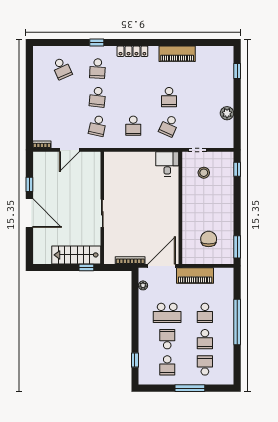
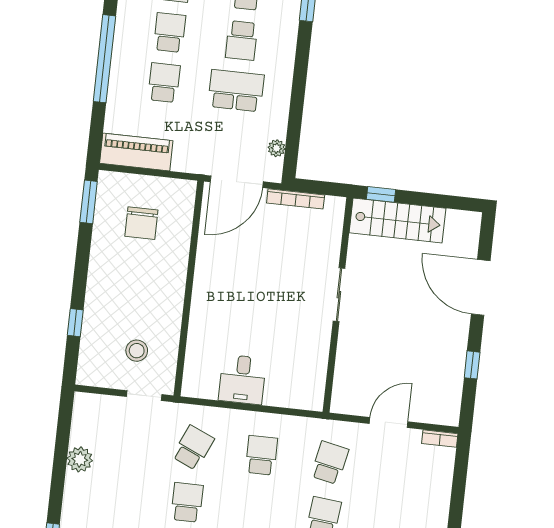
desk: (167, 164) -> (242, 380), moved
window: (237, 169) -> (75, 323), moved
door: (29, 213) -> (481, 287), moved
piano: (195, 276) -> (136, 152), moved

